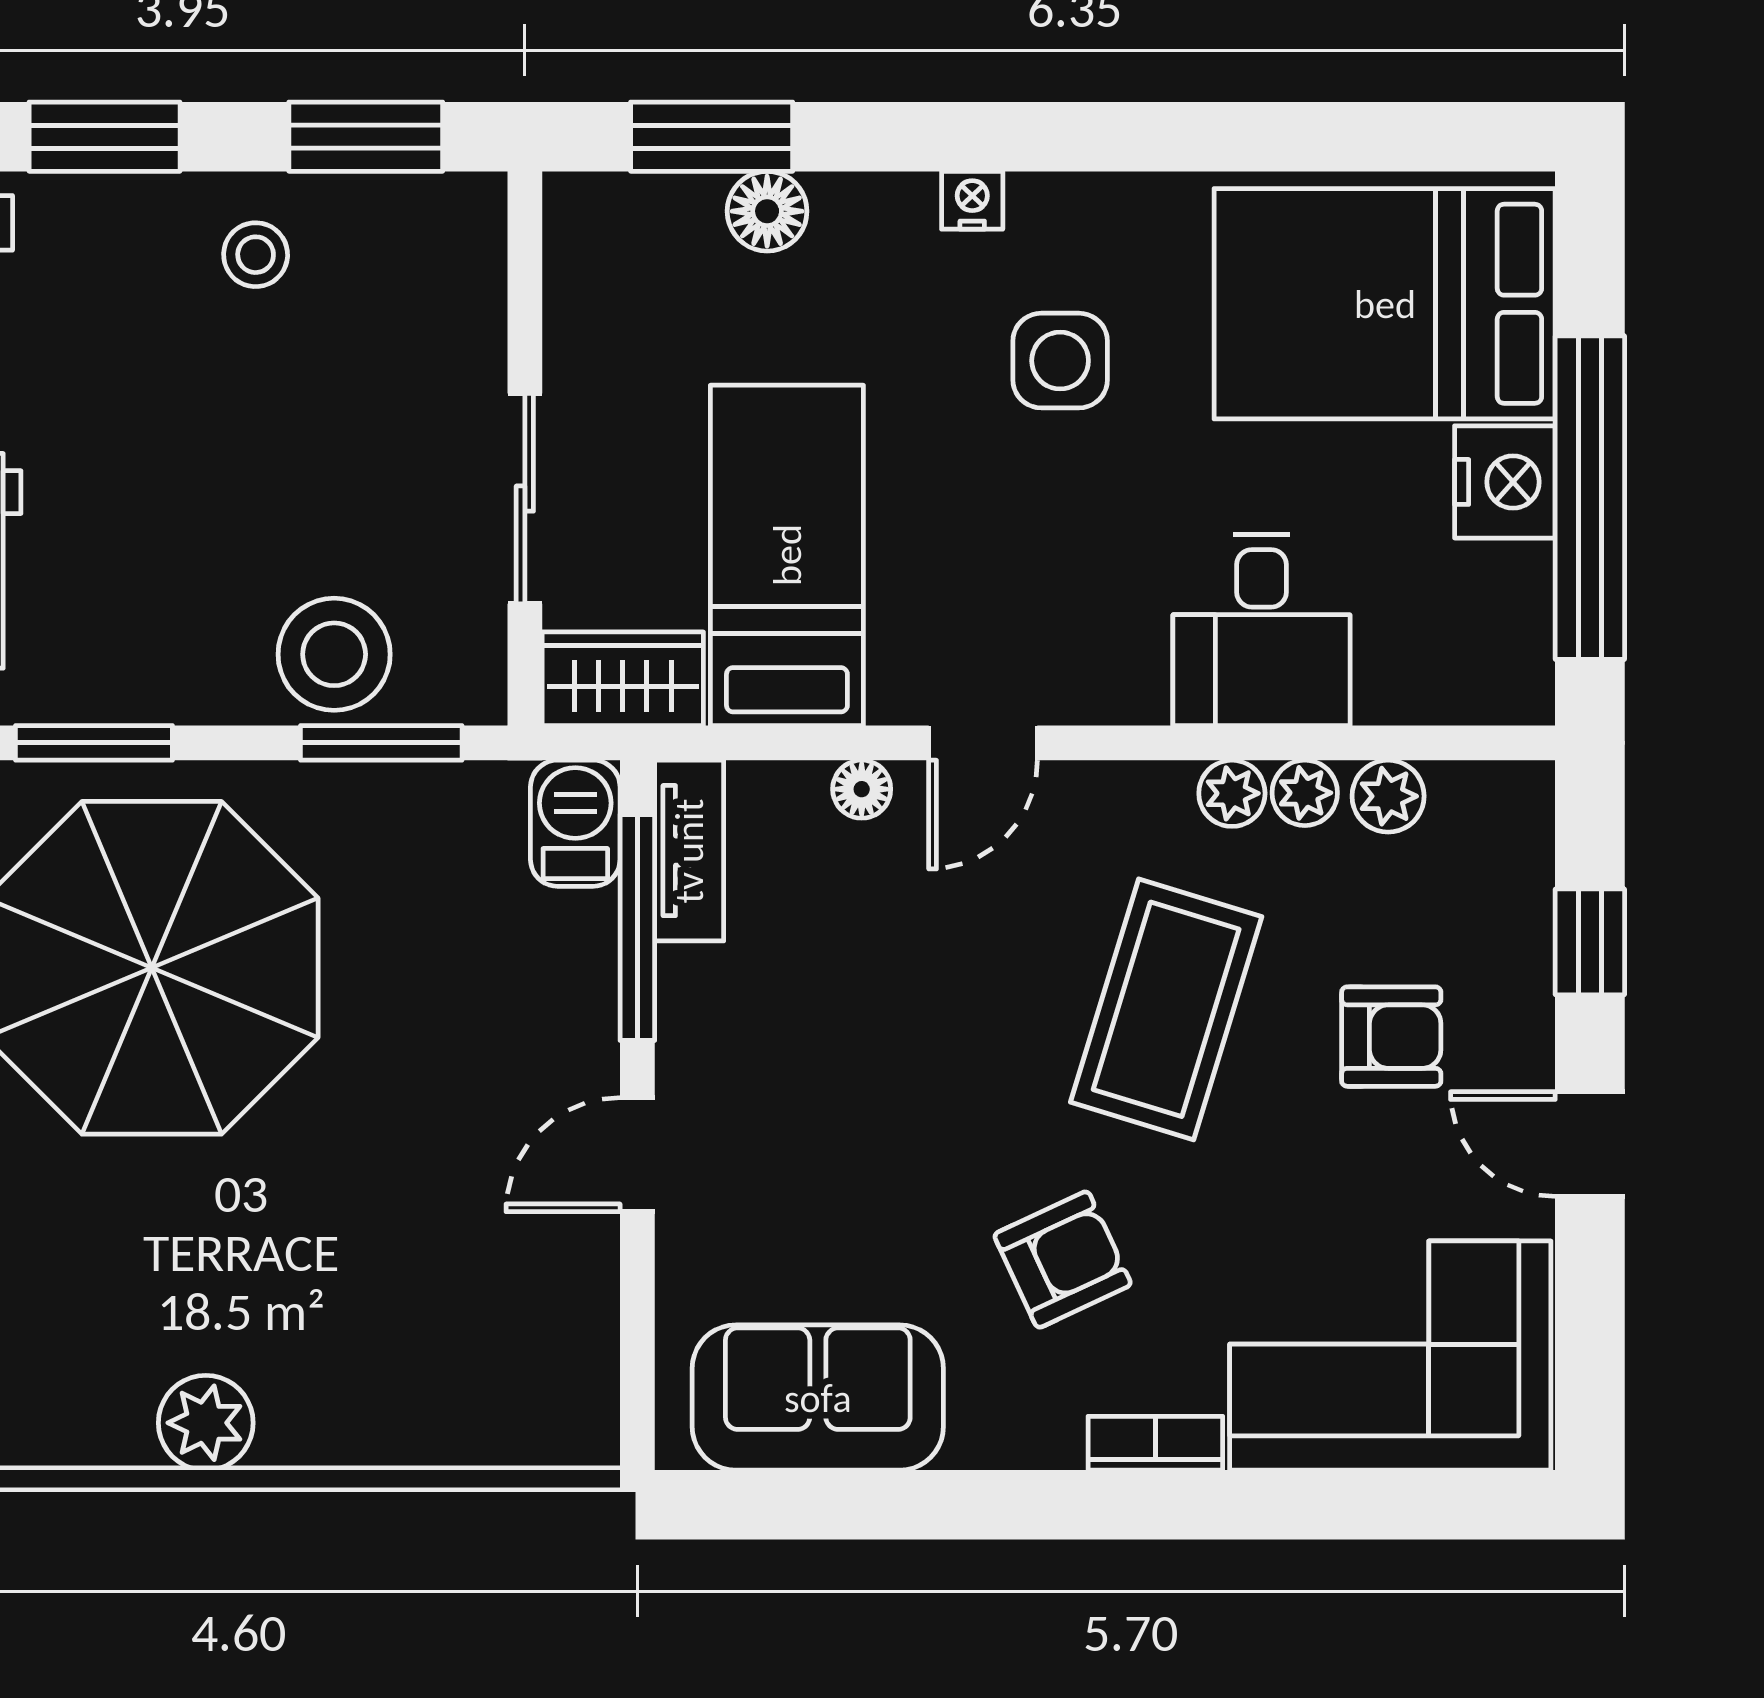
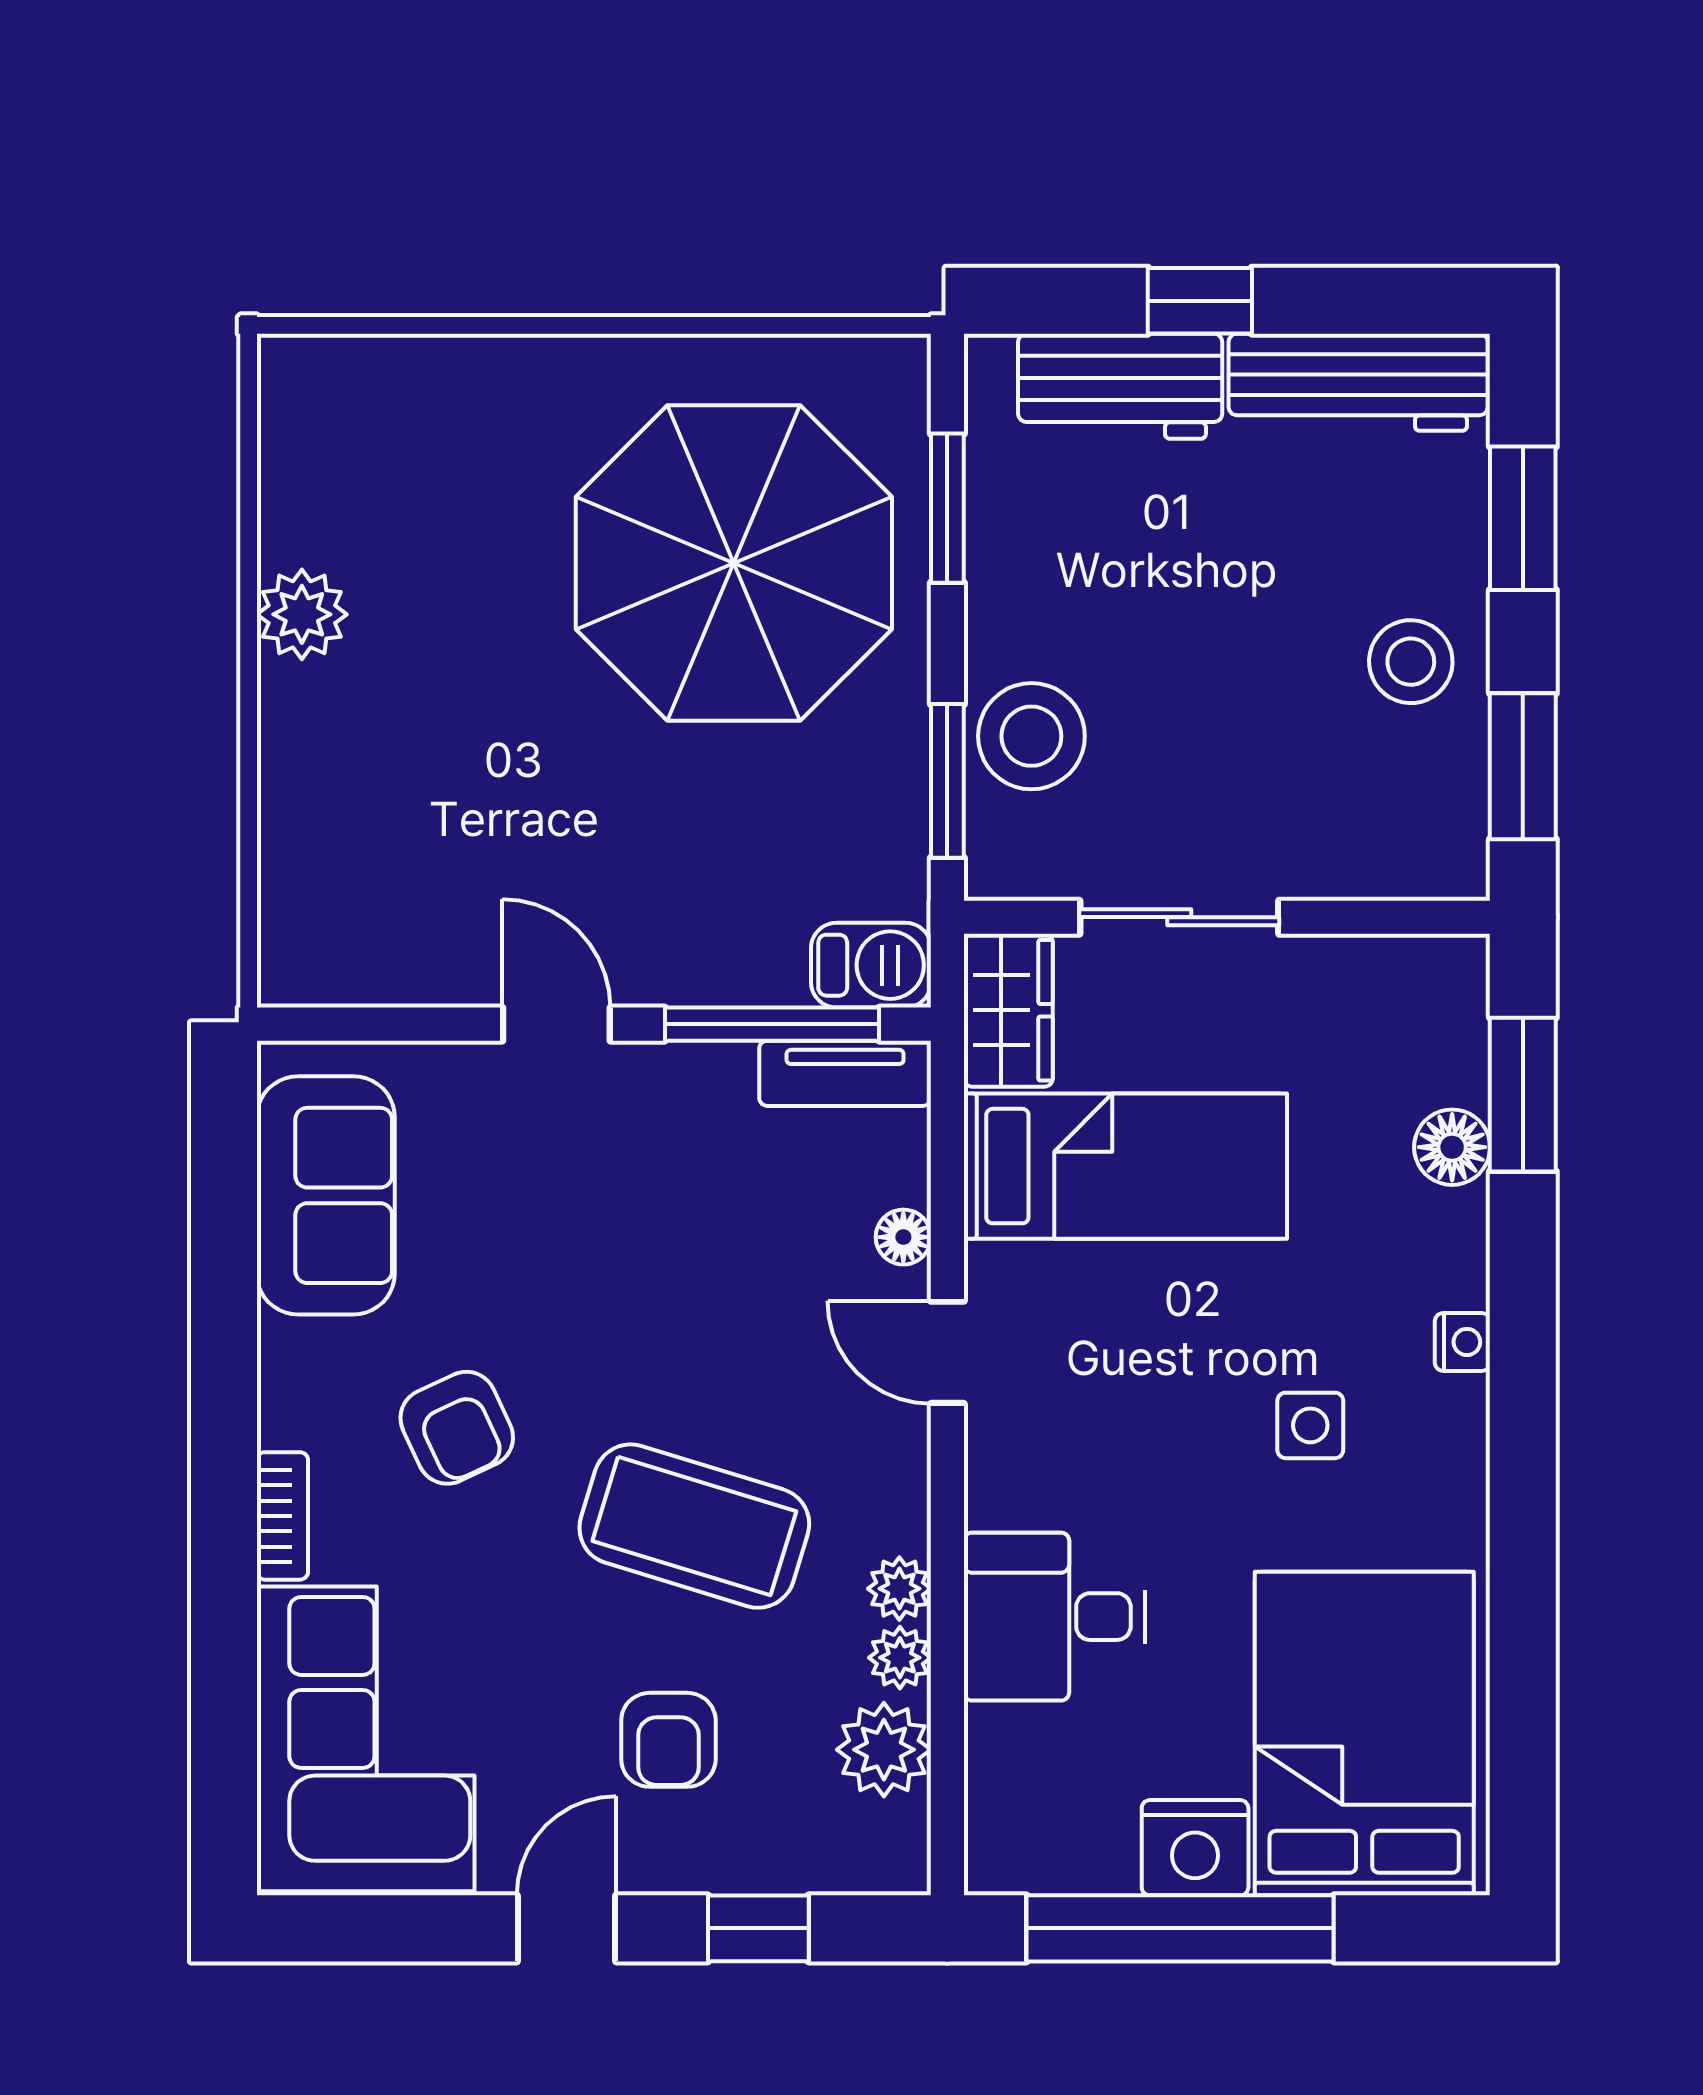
stool: (256, 255) -> (1411, 662), width x1.37, depth x1.37
side table: (1060, 361) -> (1310, 1425), width x0.73, depth x0.73
plant: (1388, 796) -> (884, 1750), width x1.38, depth x1.38

